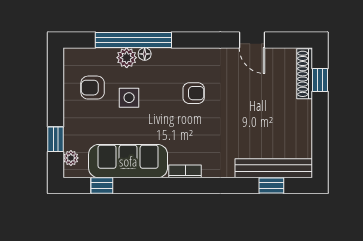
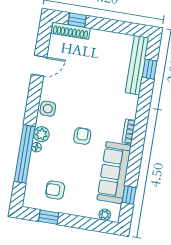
plant: (127, 58) -> (41, 134), moved
armchair: (93, 88) -> (55, 190), turned 90
armchair: (194, 93) -> (82, 136), moved
side table: (129, 98) -> (48, 109), moved
window: (56, 139) -> (49, 217), moved

